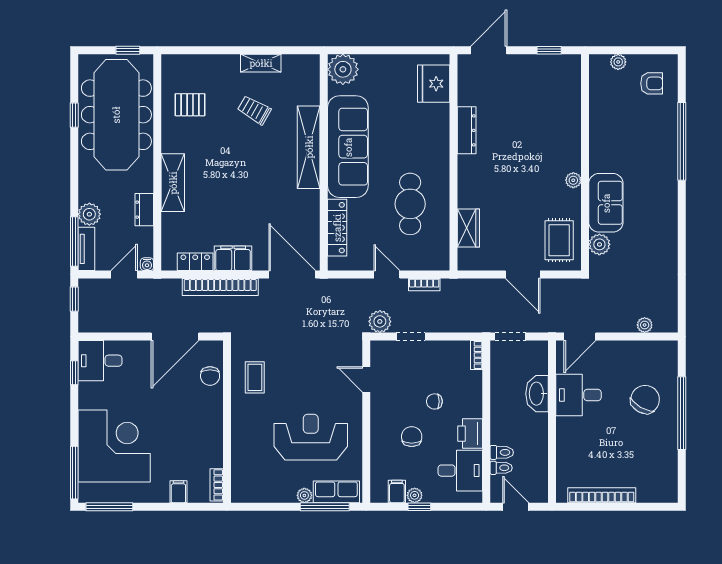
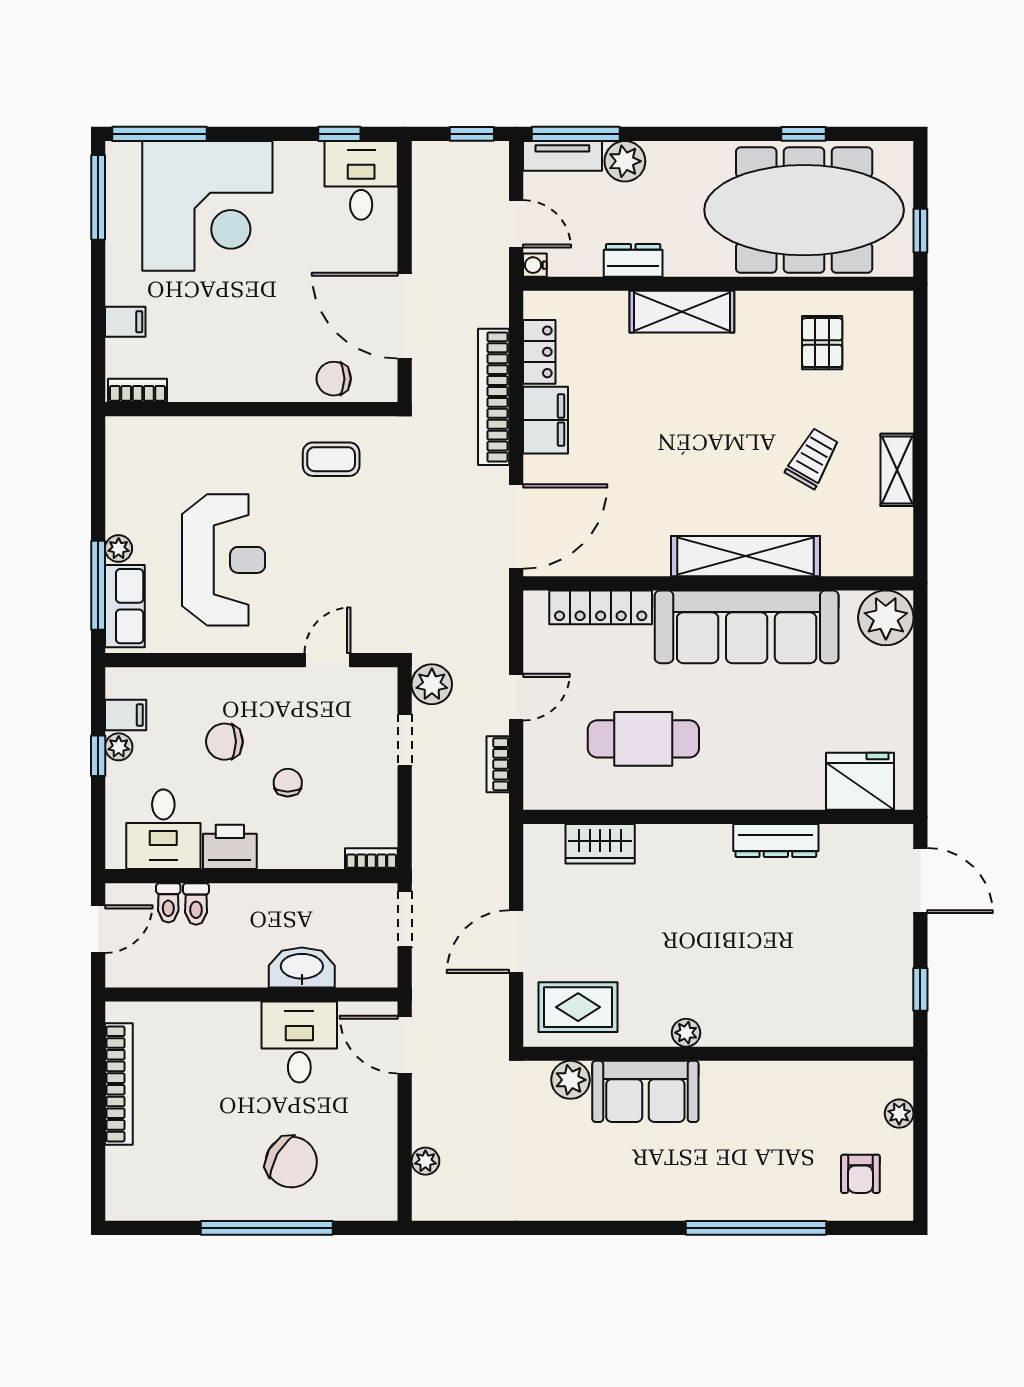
chair: (412, 437) -> (224, 742), turned 180

